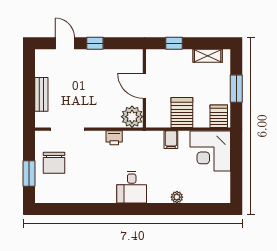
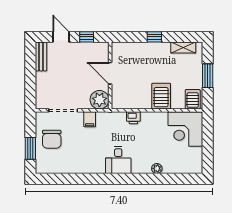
door: (144, 86) -> (110, 73), moved
wall: (144, 88) -> (110, 75), moved
bench: (41, 94) -> (41, 56), moved
plant: (132, 117) -> (99, 100), moved
printer: (114, 138) -> (133, 118), moved
filing cabinet: (171, 140) -> (90, 119), moved

